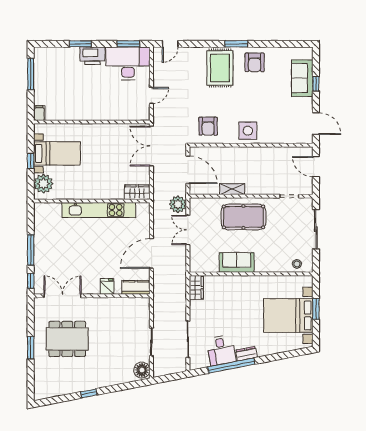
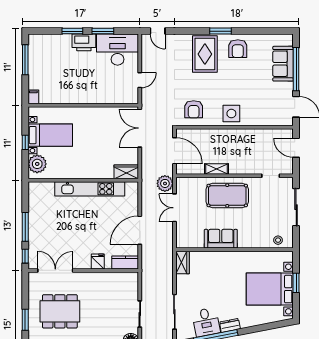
window: (128, 44) -> (103, 31), moved
door: (170, 44) -> (158, 31), hinge flipped
window: (316, 84) -> (296, 69), width x3.17

